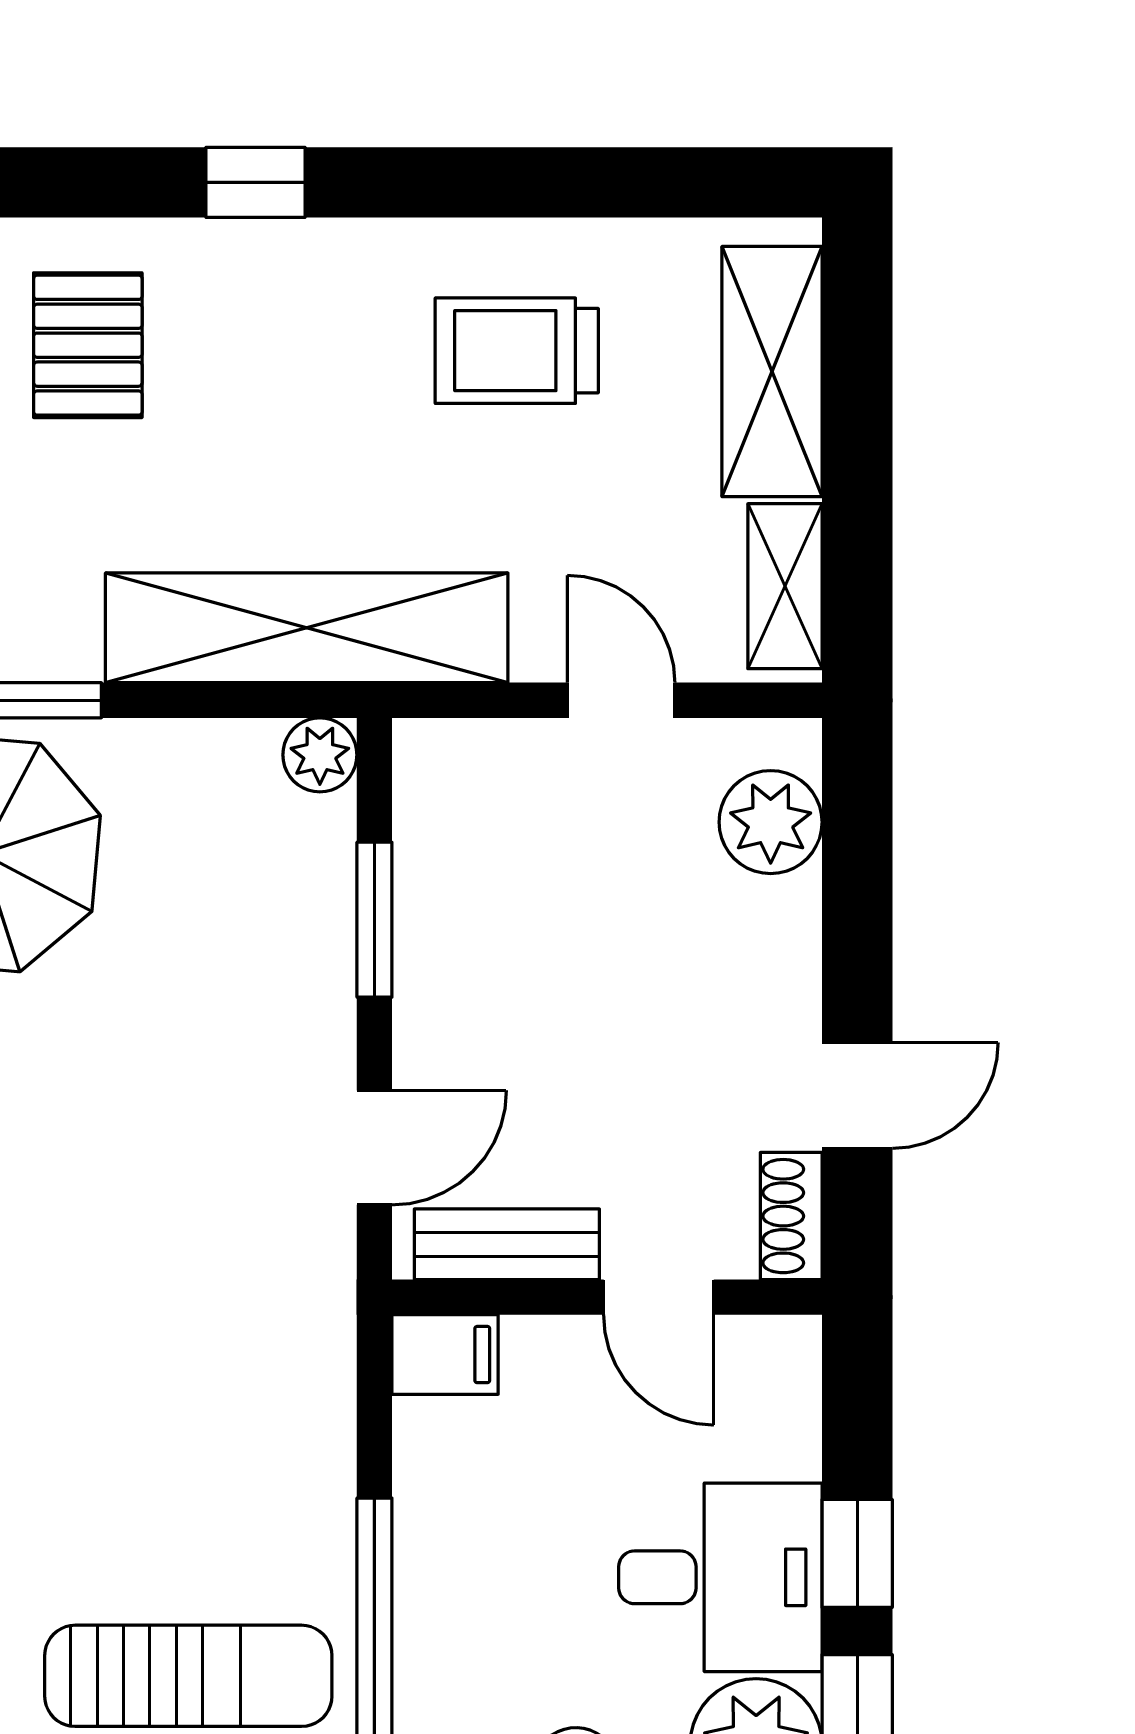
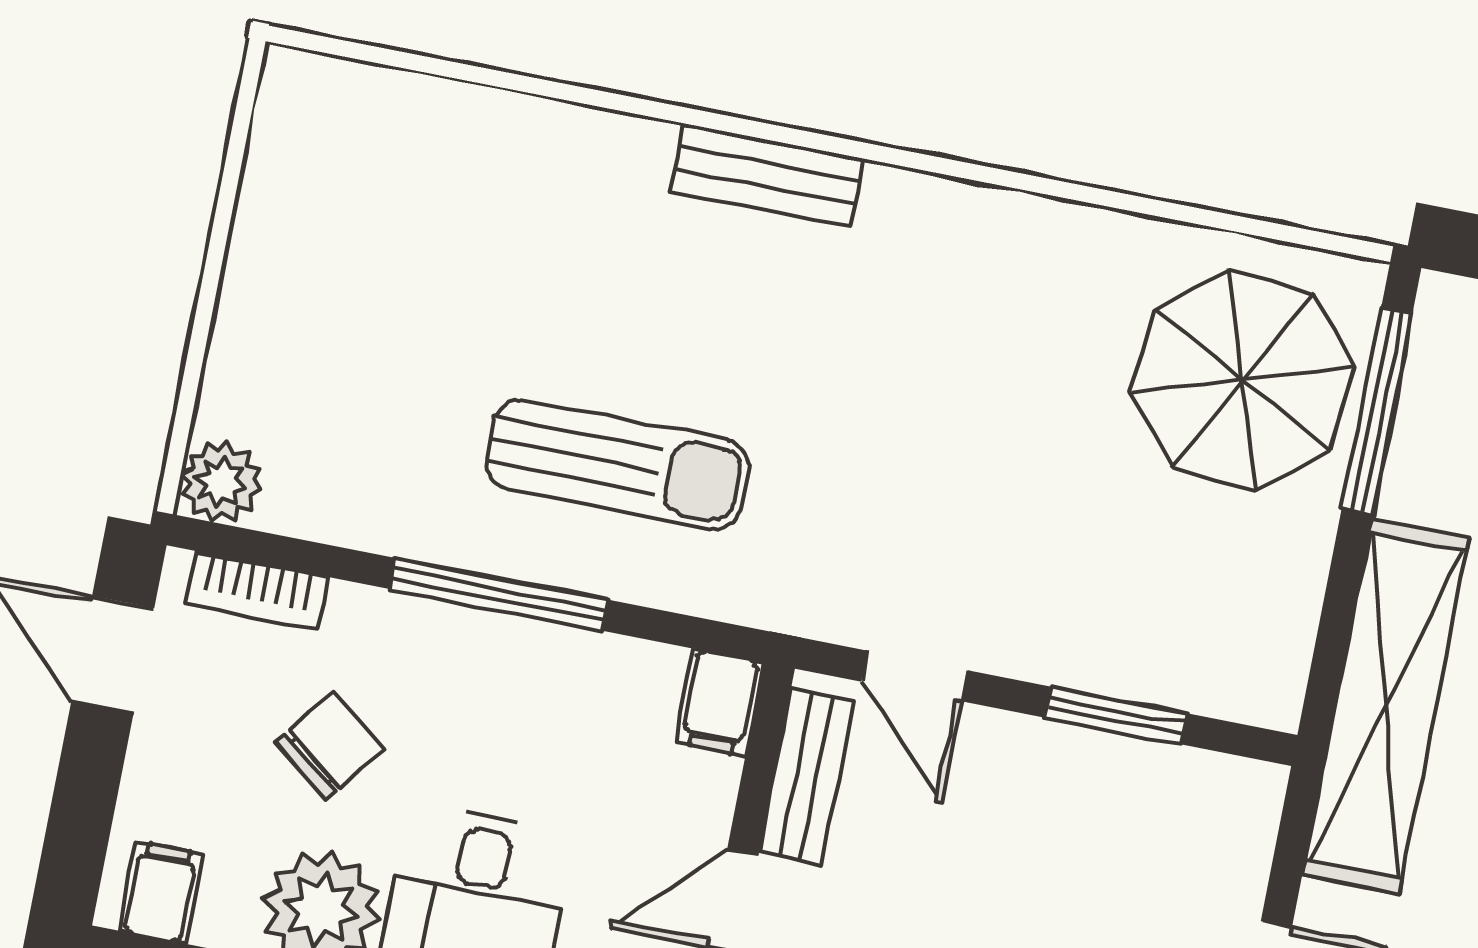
plant: (320, 755) -> (1271, 696), removed
sun lounger: (188, 1676) -> (618, 464), moved, turned -90

